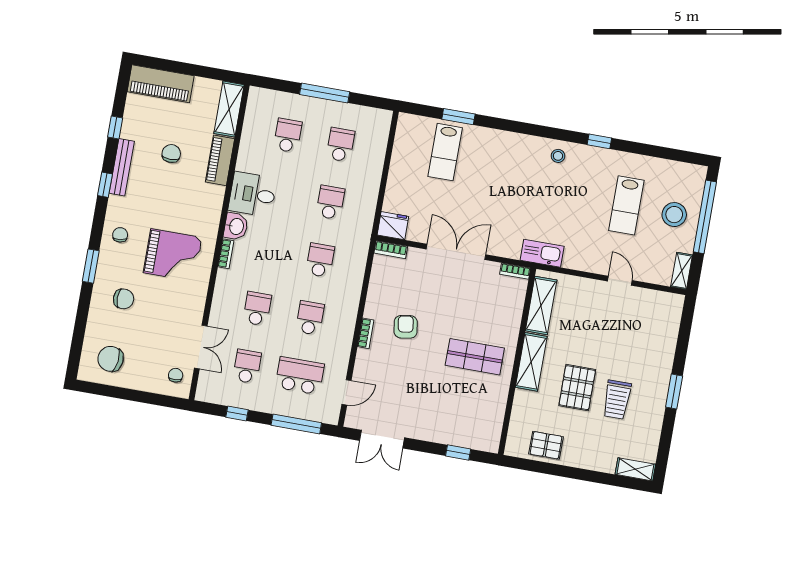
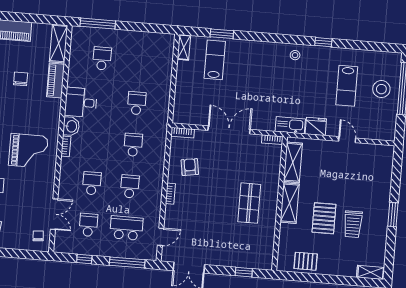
window: (325, 93) -> (98, 24), moved
school desk: (340, 145) -> (140, 61), removed
lab bench: (445, 152) -> (215, 60), turned 180
fridge: (393, 226) -> (316, 126), moved
shelving: (682, 271) -> (184, 47), moved
armchair: (406, 327) -> (190, 167), moved
shop shelf: (475, 357) -> (249, 203), turned 90

